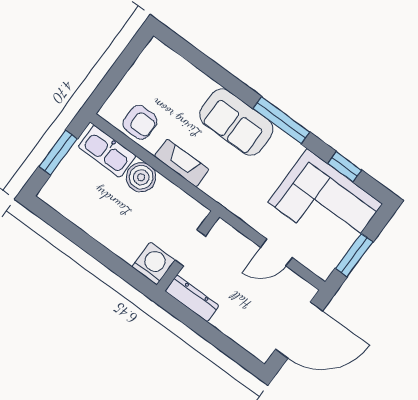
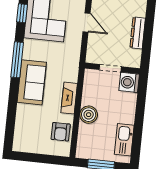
armchair: (140, 122) -> (61, 132), turned 180
kitchen sink: (107, 151) -> (124, 140), moved, turned 180
dresser: (192, 298) -> (138, 33), moved

